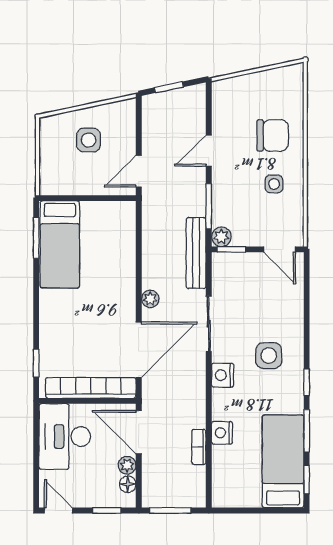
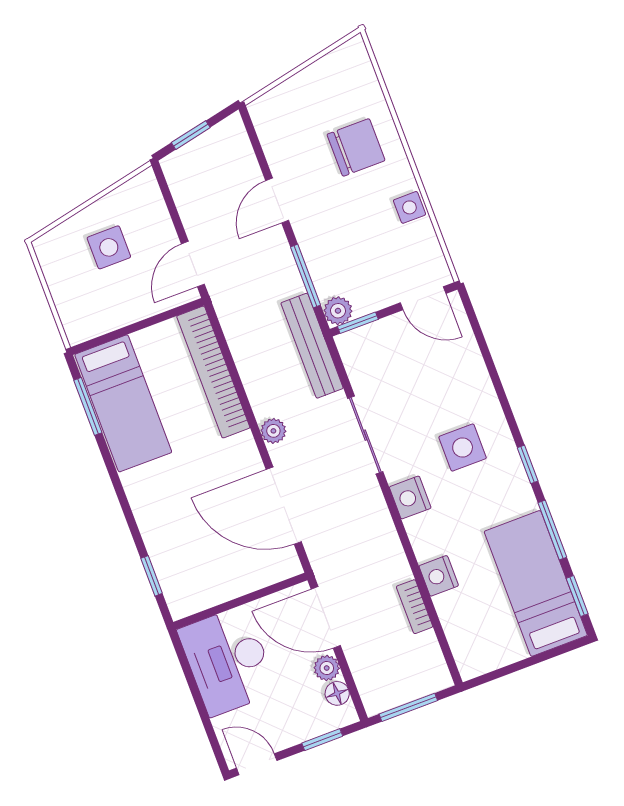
side table: (274, 184) -> (409, 207), moved
door: (139, 350) -> (284, 506), swing flipped
bookcase: (91, 388) -> (213, 372), moved, turned -90

